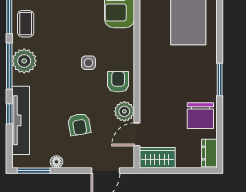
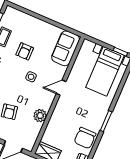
armchair: (118, 82) -> (25, 51), moved, turned 180
door: (137, 134) -> (61, 88), moved

